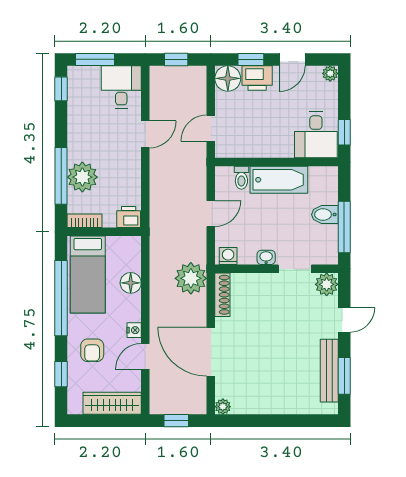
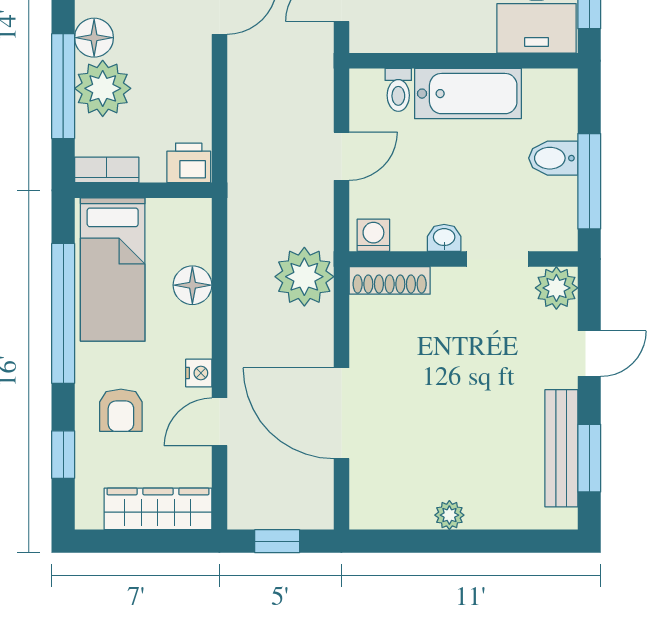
floor lamp: (78, 150) -> (94, 38), added
shoe rack: (222, 295) -> (390, 280), moved, turned 90
plant: (223, 407) -> (449, 515), moved

